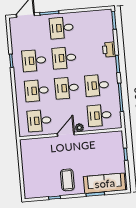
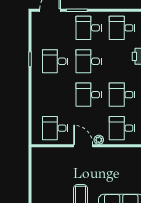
desk: (37, 91) -> (122, 28), moved
door: (66, 134) -> (83, 146), hinge flipped

